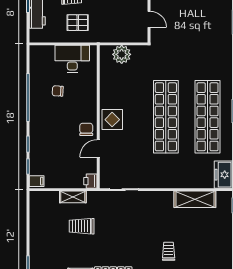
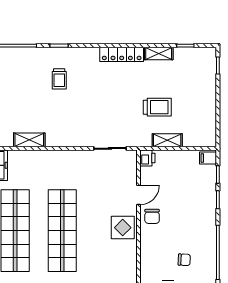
shelving: (195, 199) -> (29, 140), width x0.67, depth x0.75

